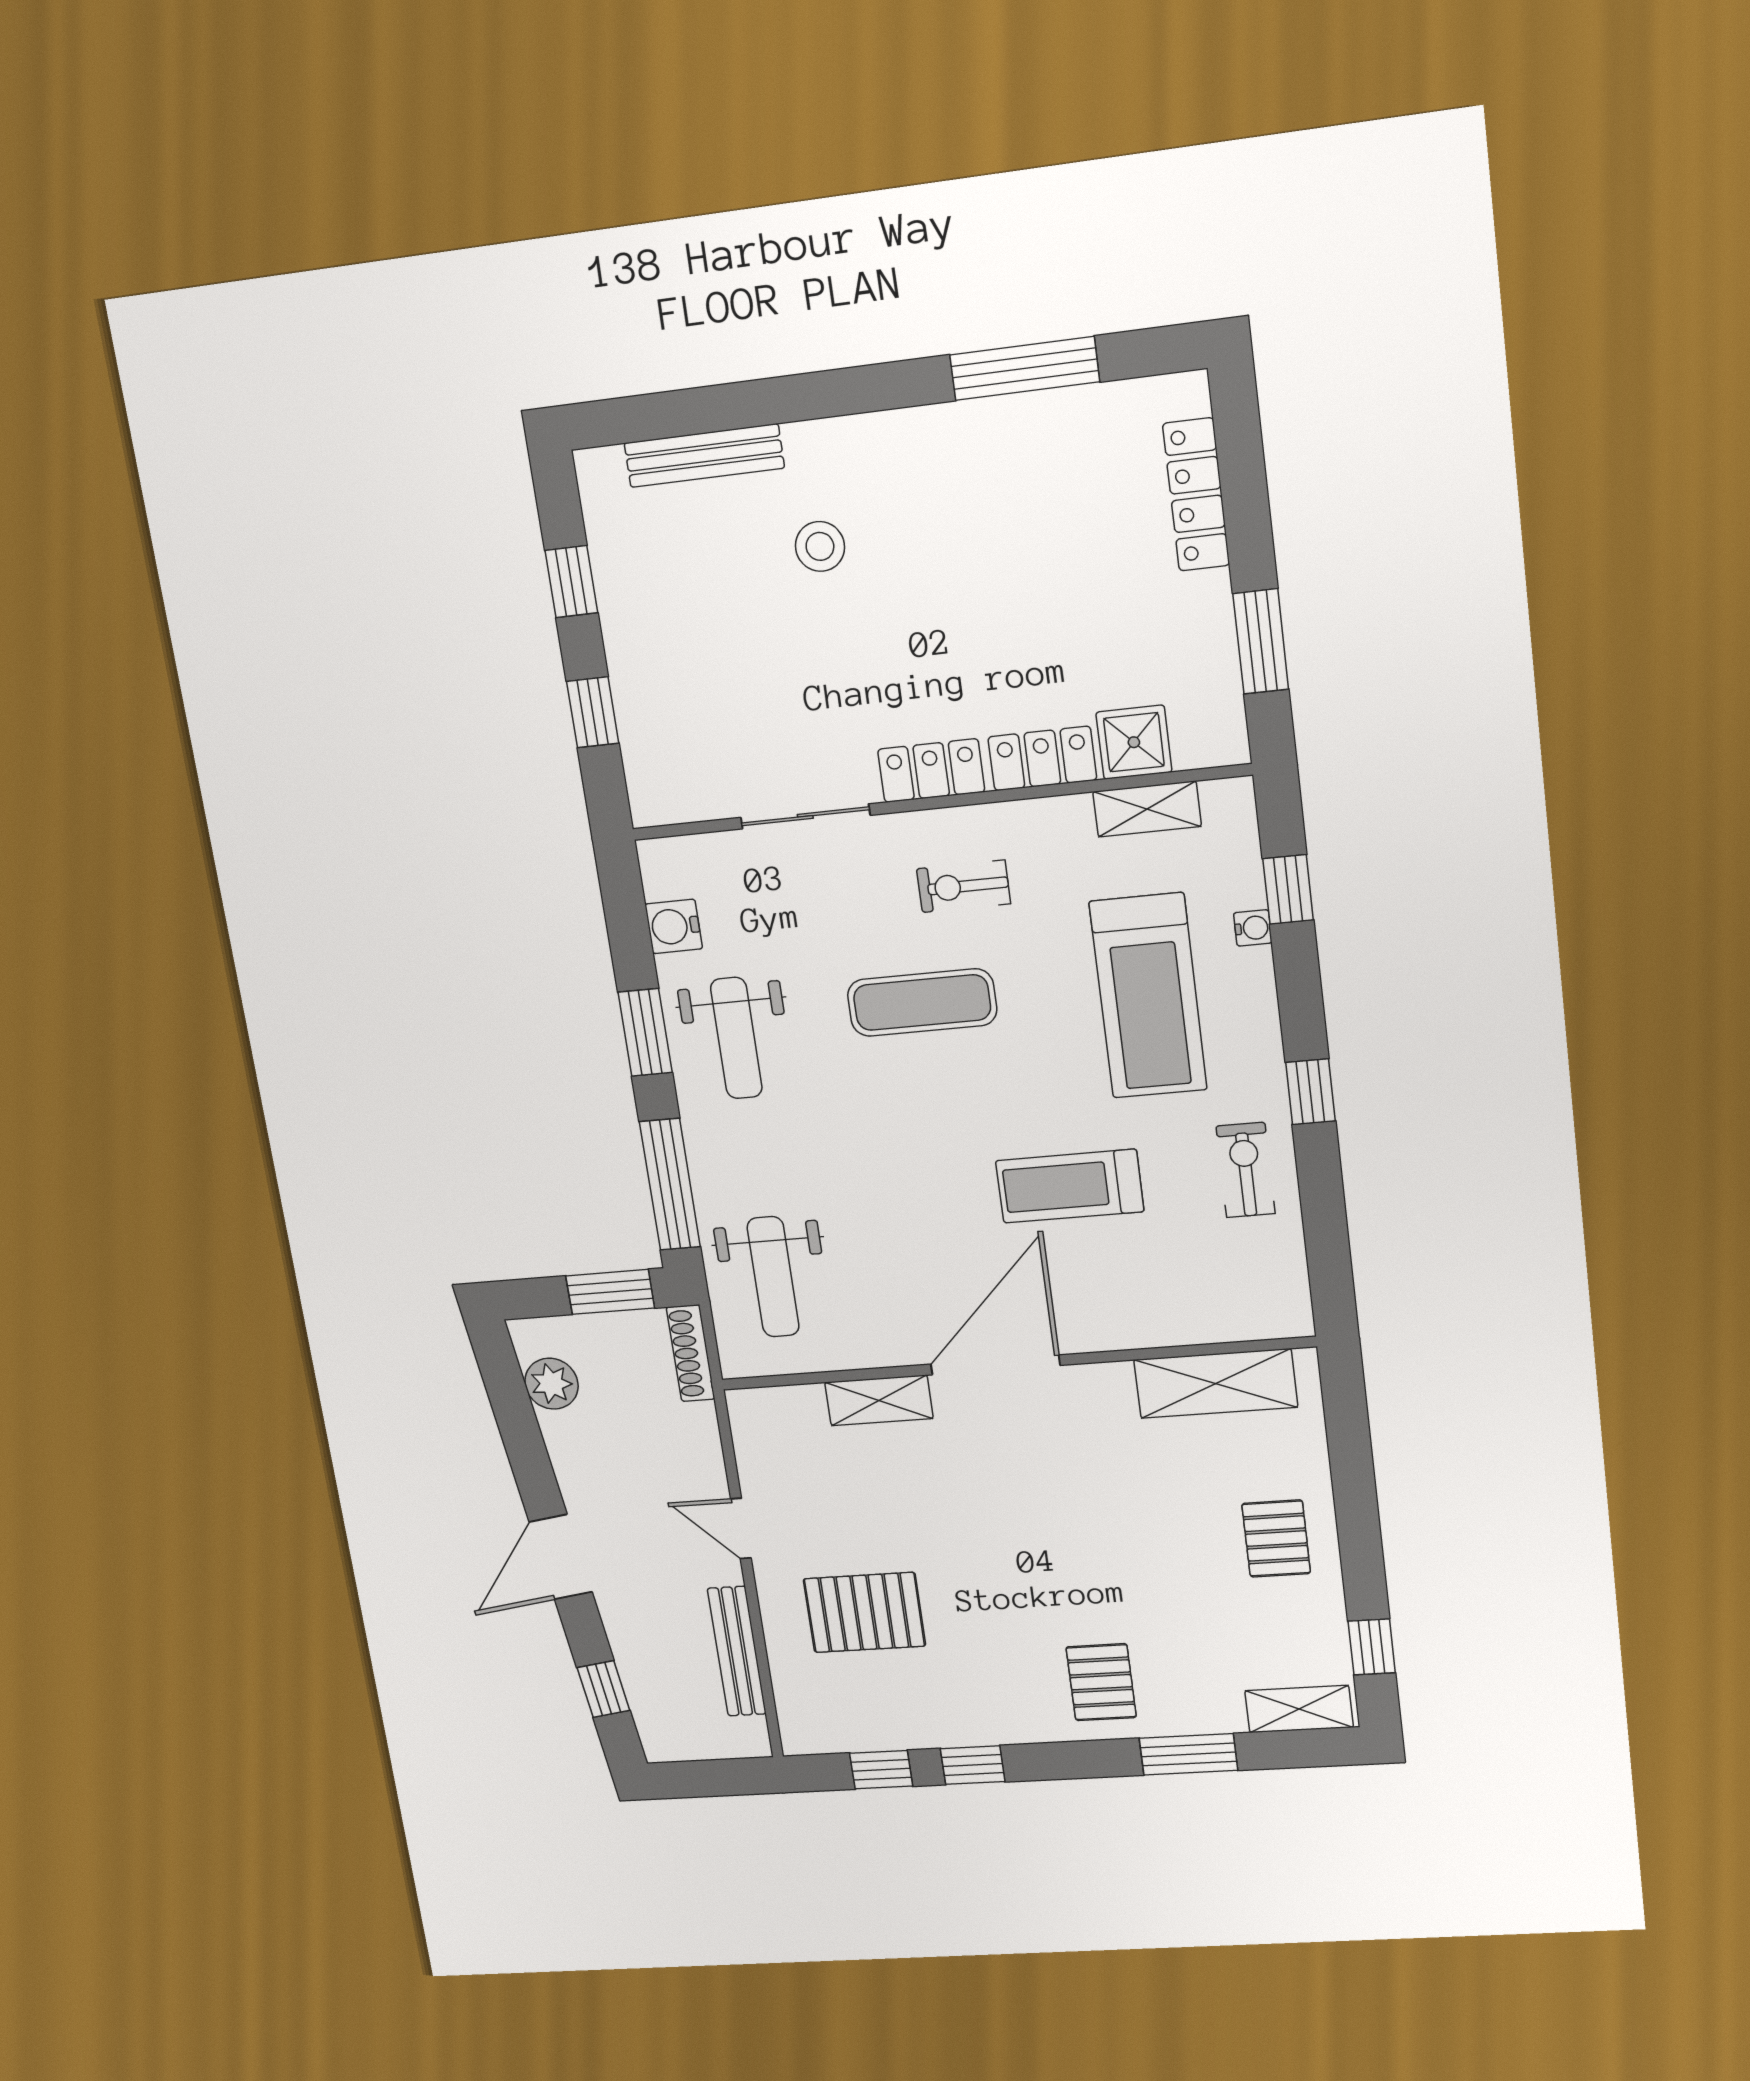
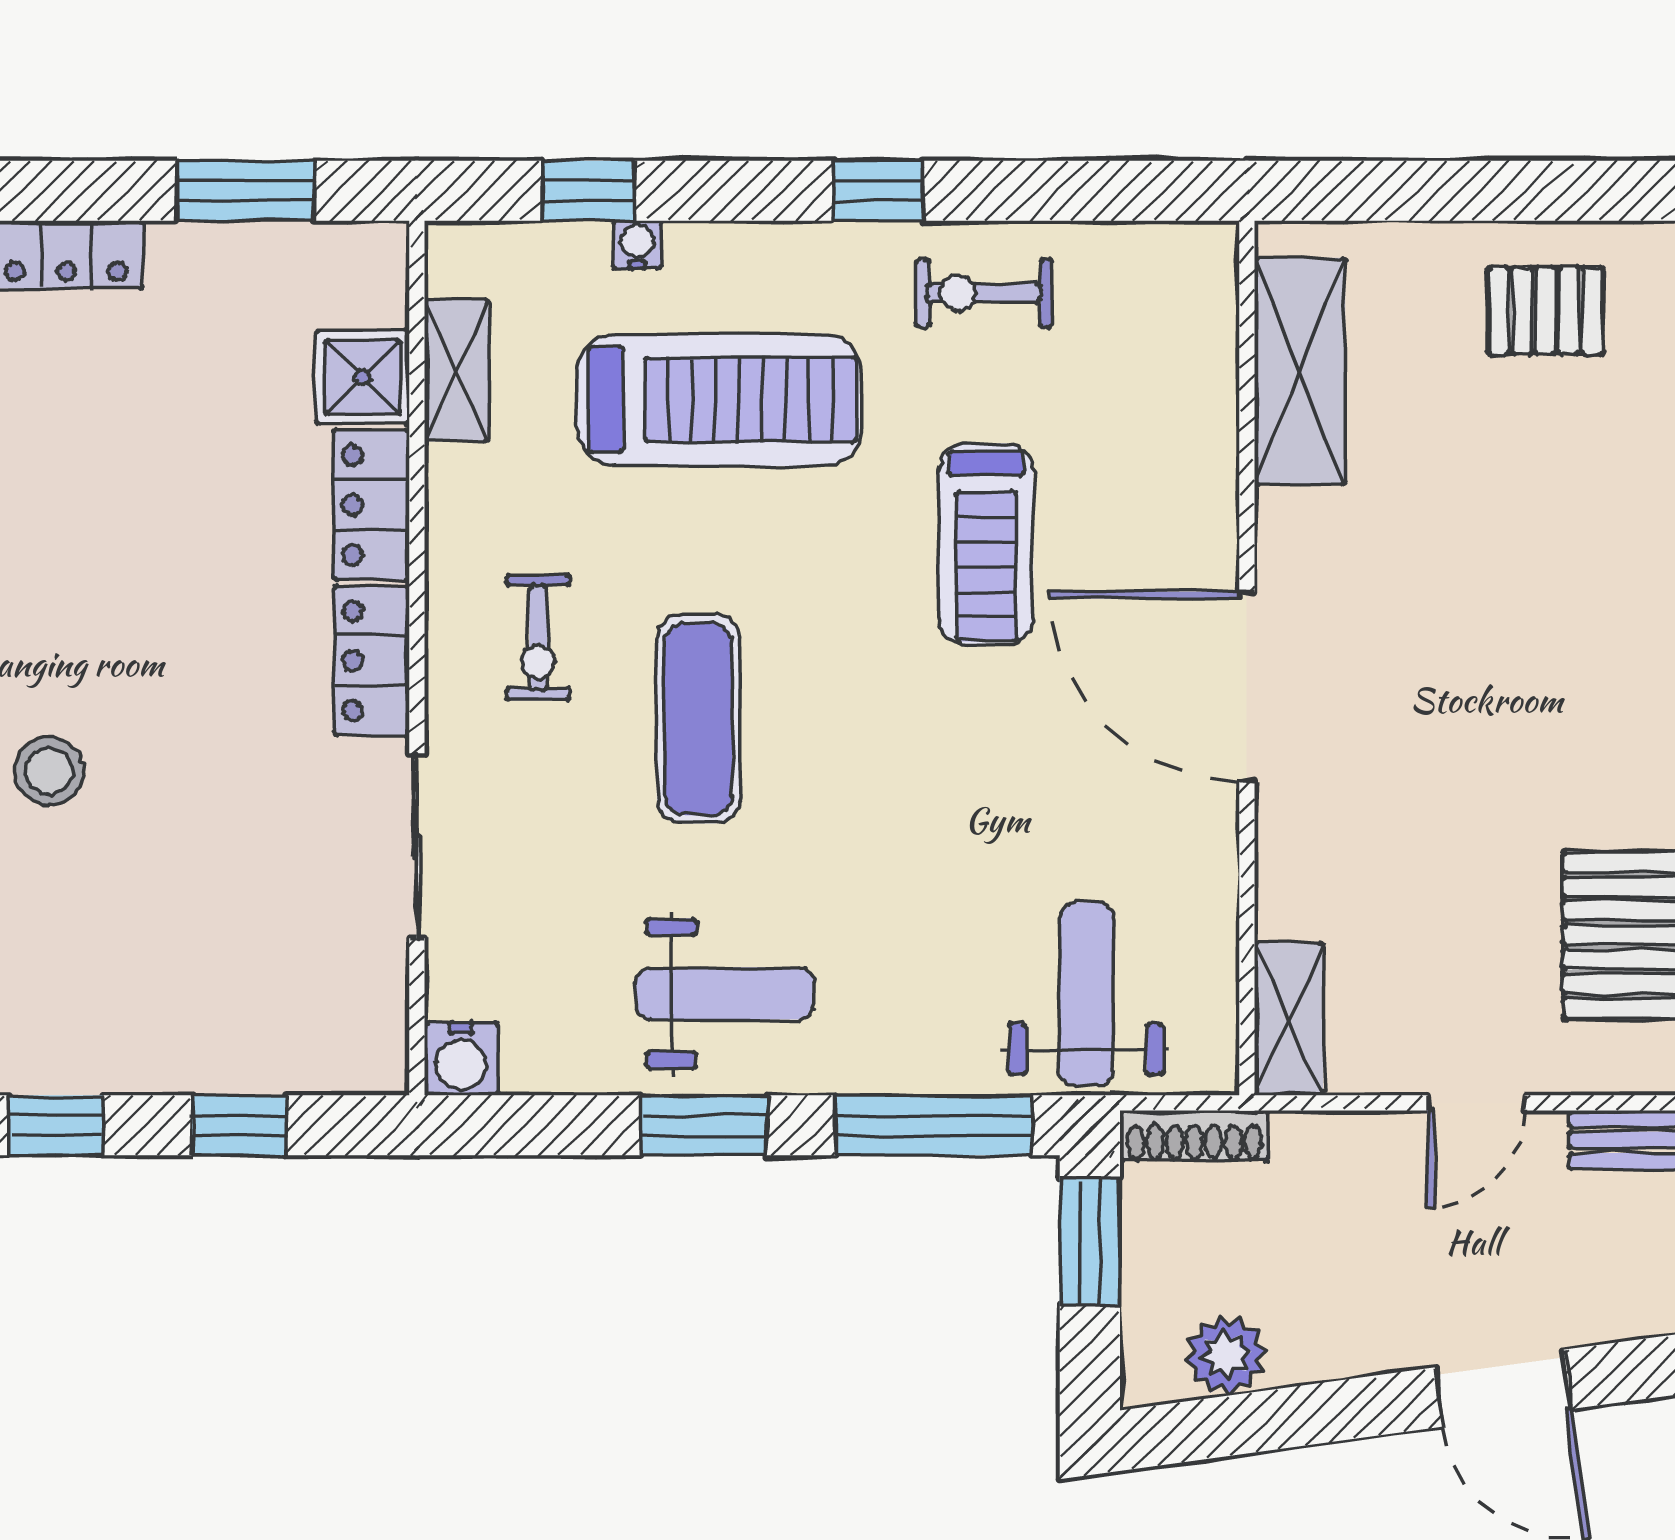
water cooler: (674, 926) -> (461, 1059), moved
weight bench: (773, 1277) -> (1086, 994), turned -90
shelving: (879, 1400) -> (1289, 1019), moved

